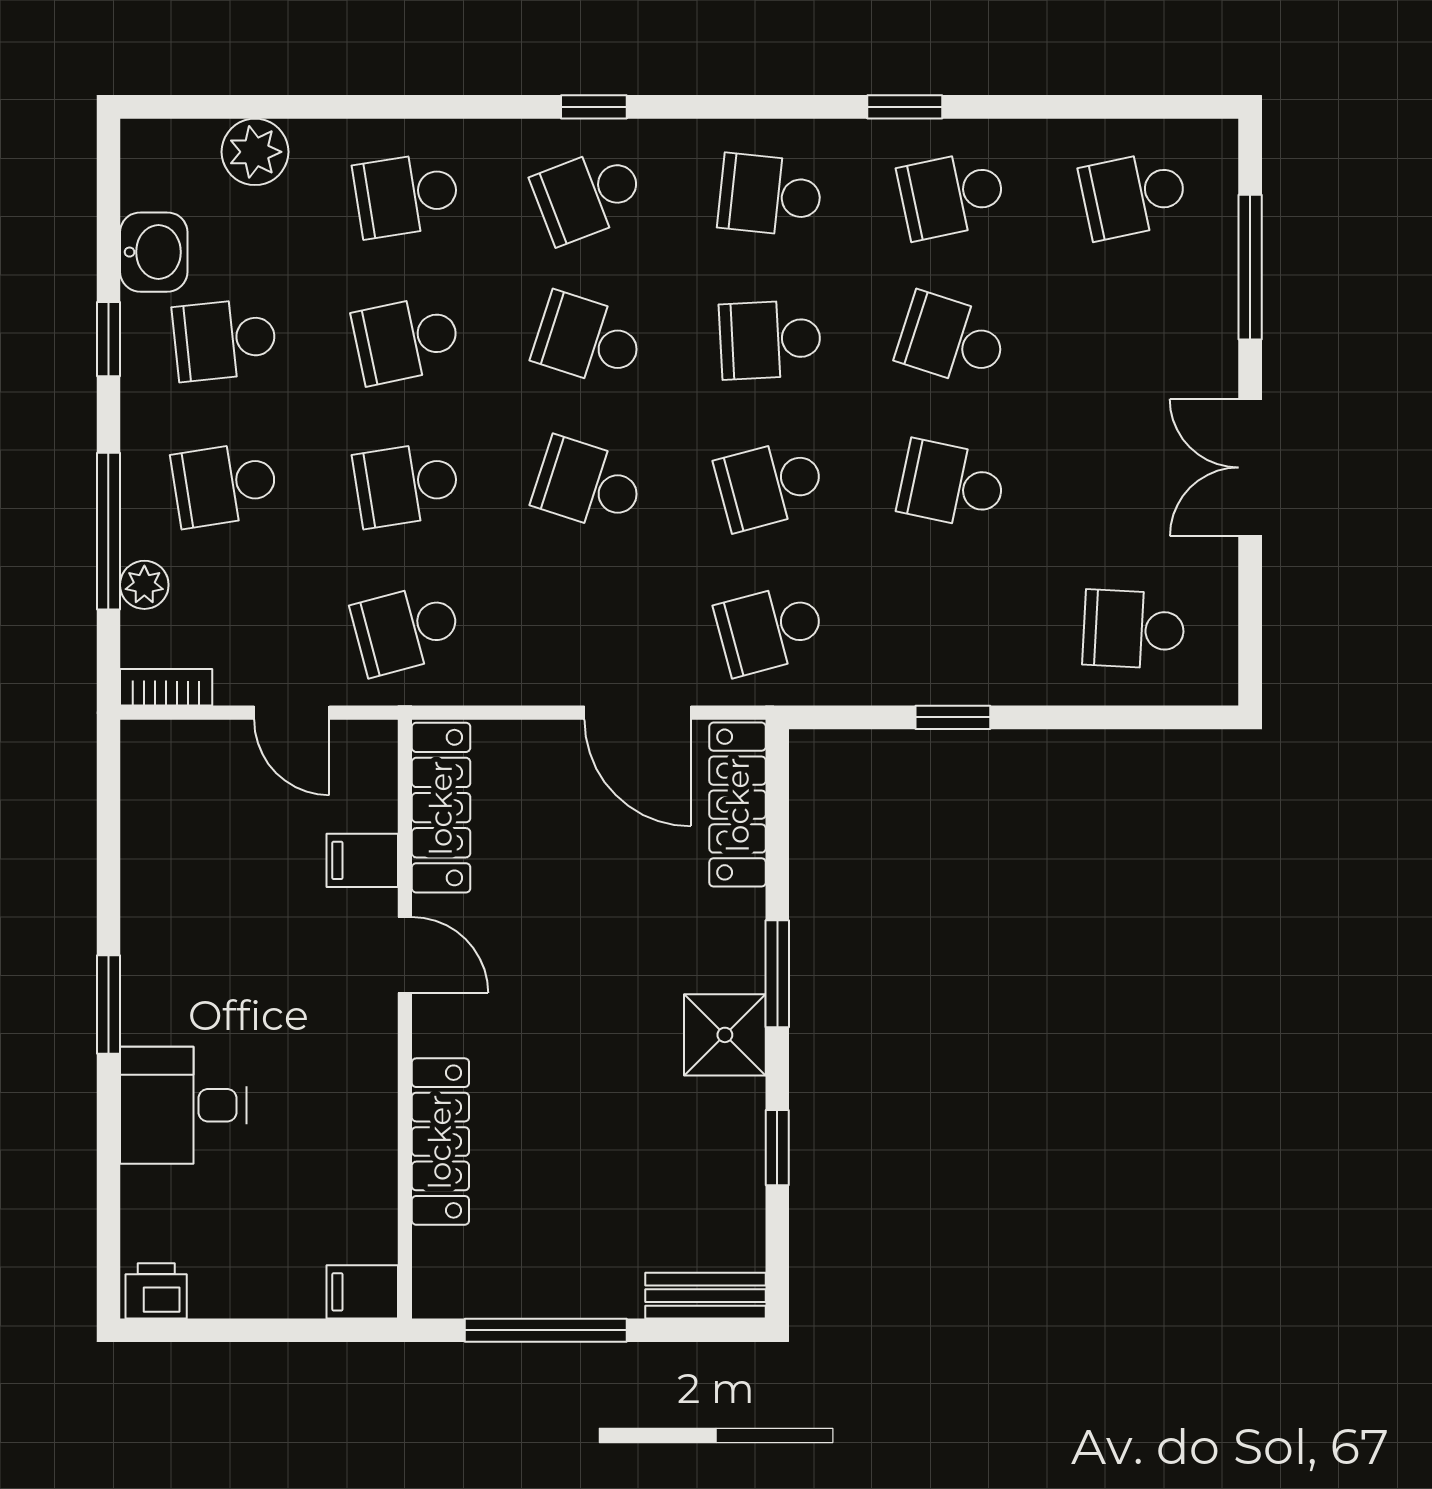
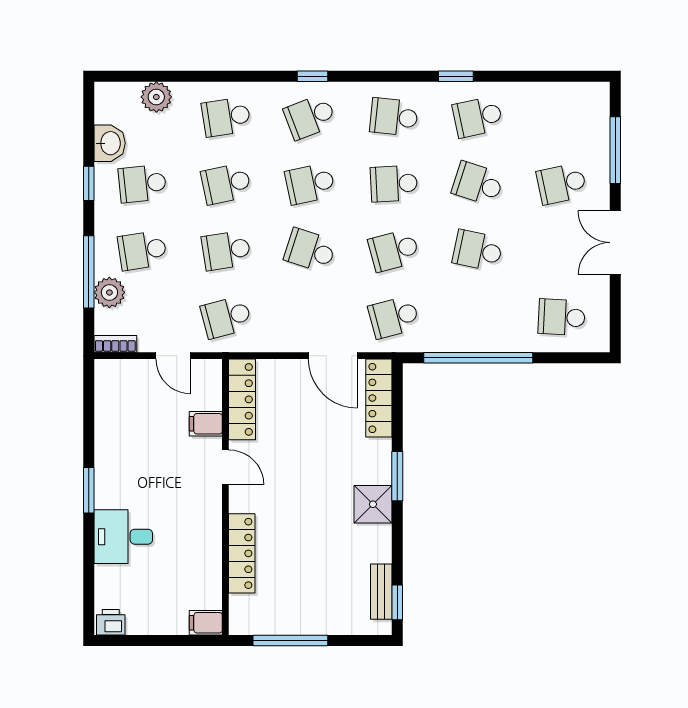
school desk: (1134, 195) -> (562, 184), moved
school desk: (588, 340) -> (310, 184), turned -30
plant: (144, 585) -> (109, 292), width x1.38, depth x1.38
window: (953, 717) -> (478, 358), width x3.17
window: (777, 1148) -> (397, 602), moved
bench: (706, 1296) -> (381, 592), moved, turned 90

